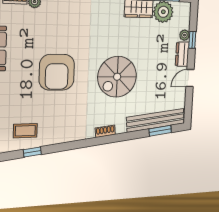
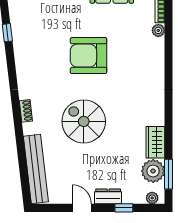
plant: (184, 35) -> (152, 198), moved
coffee table: (25, 131) -> (30, 25), removed
window: (160, 131) -> (24, 175), removed

